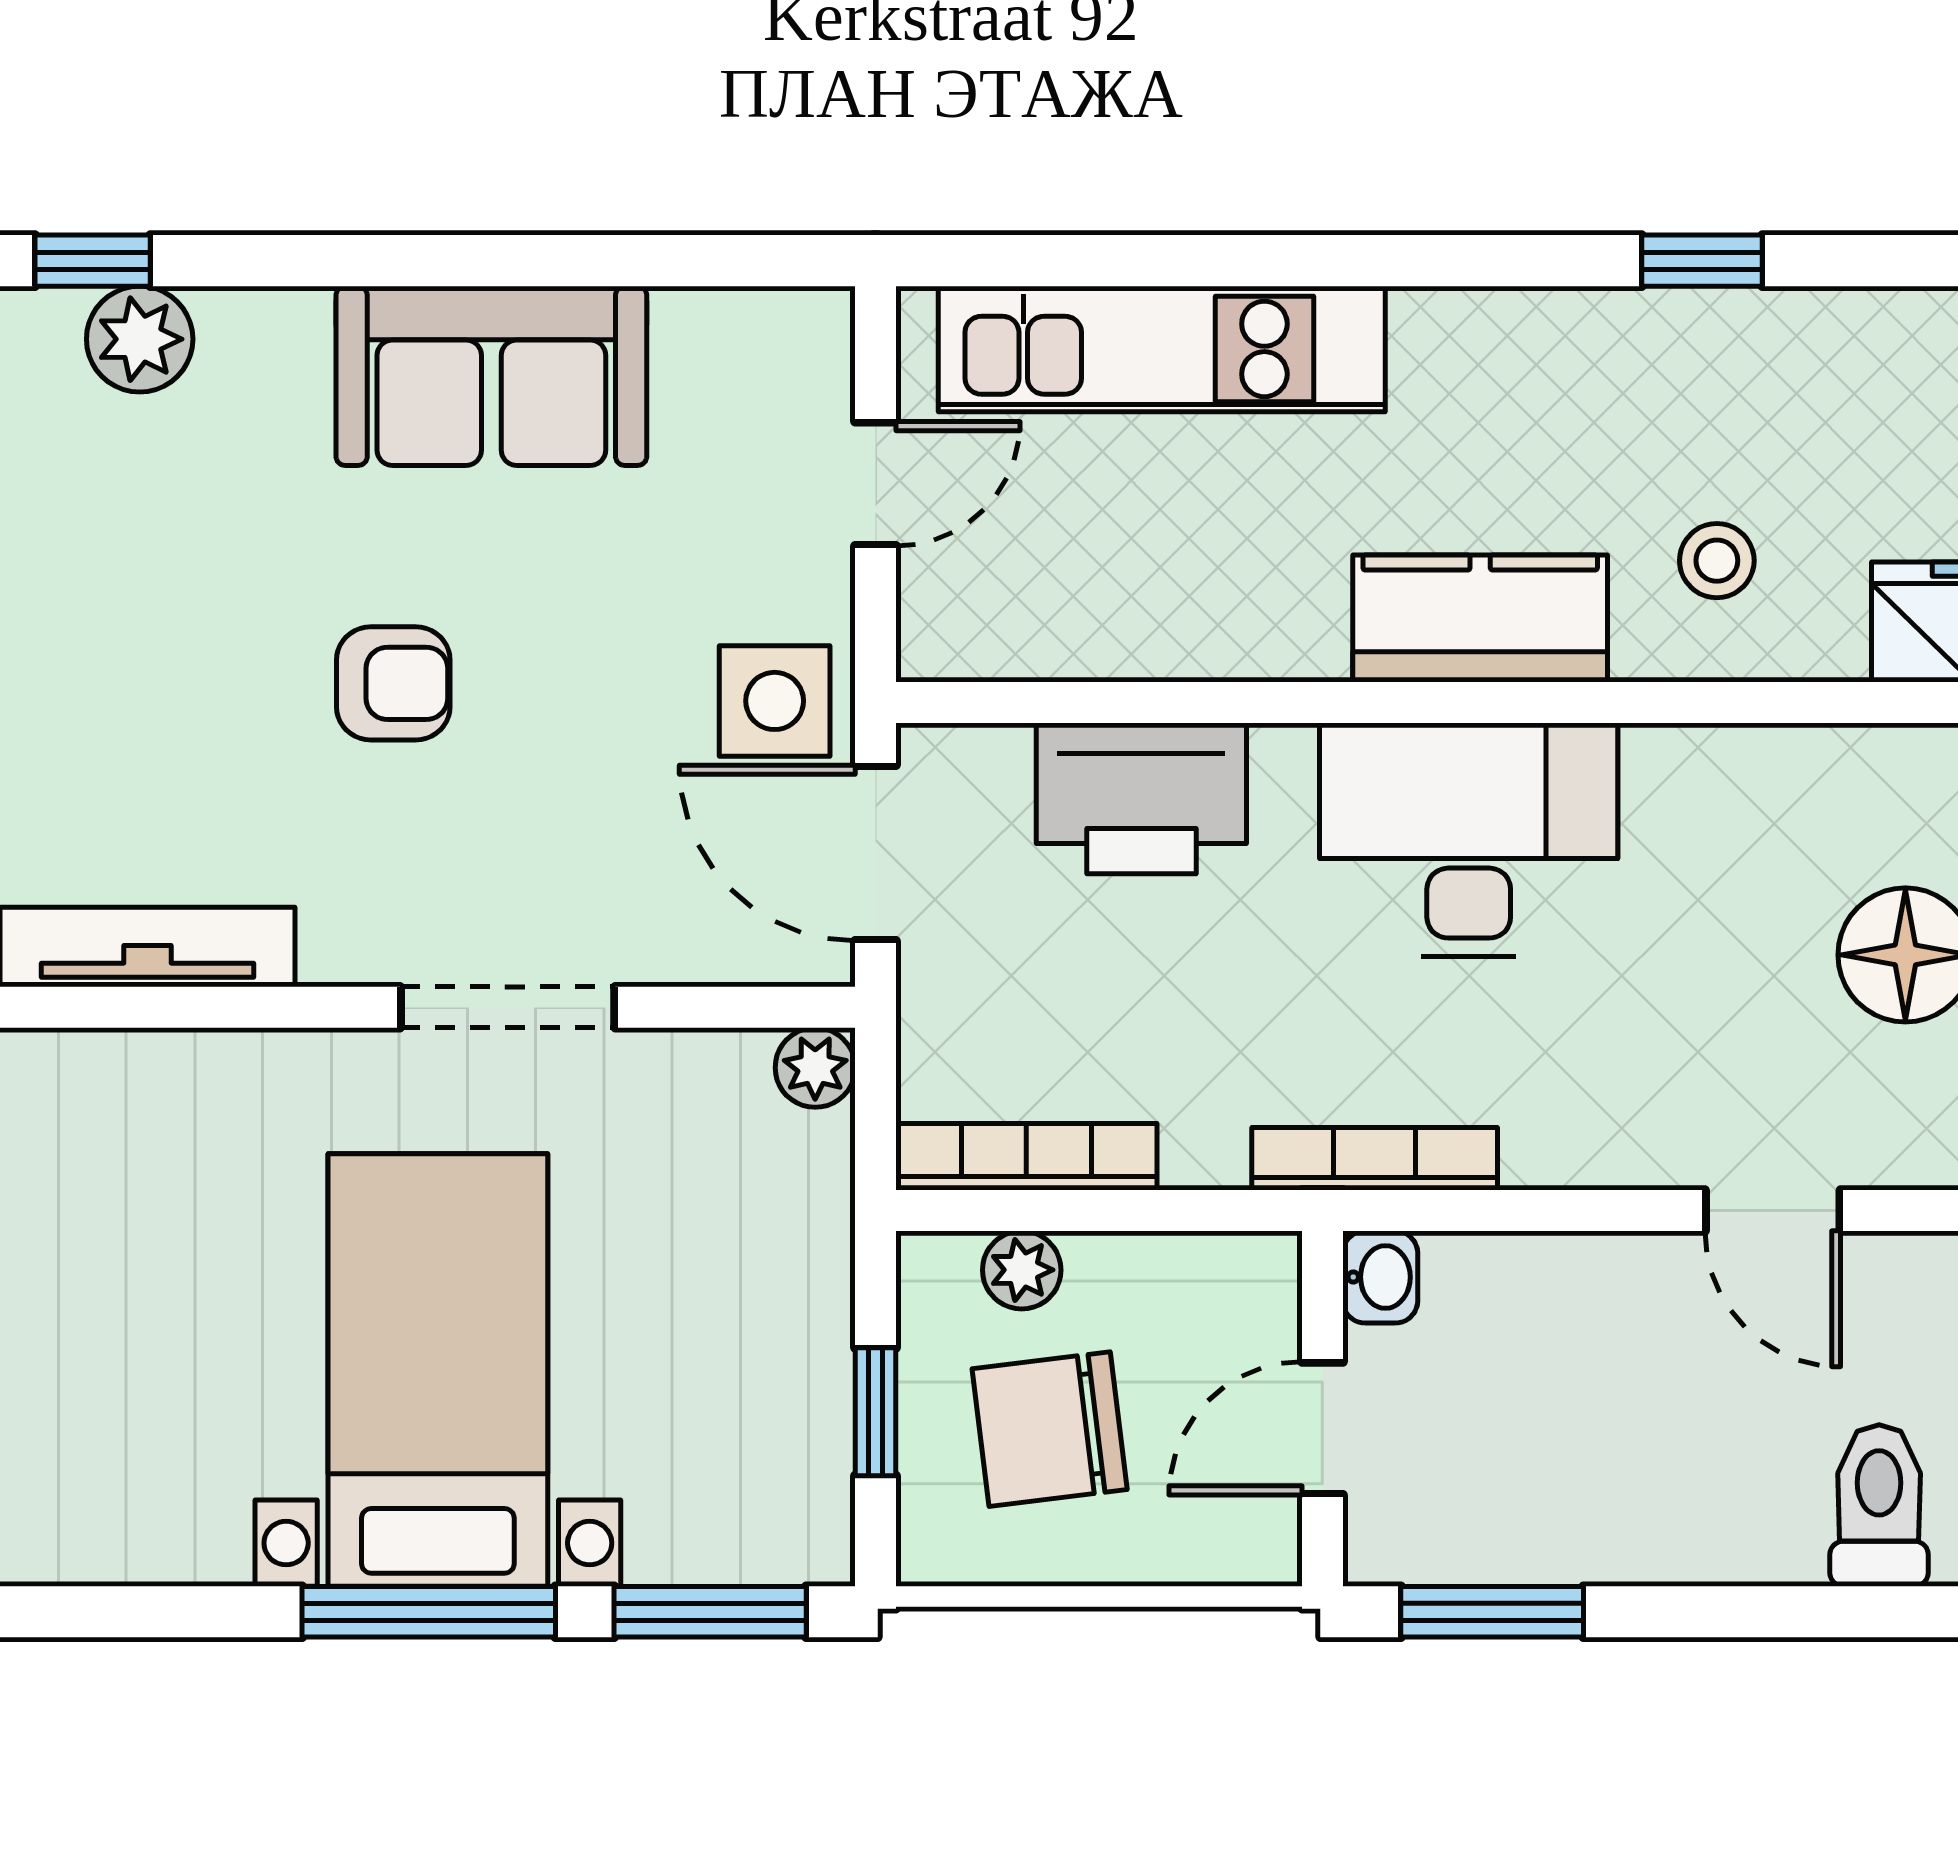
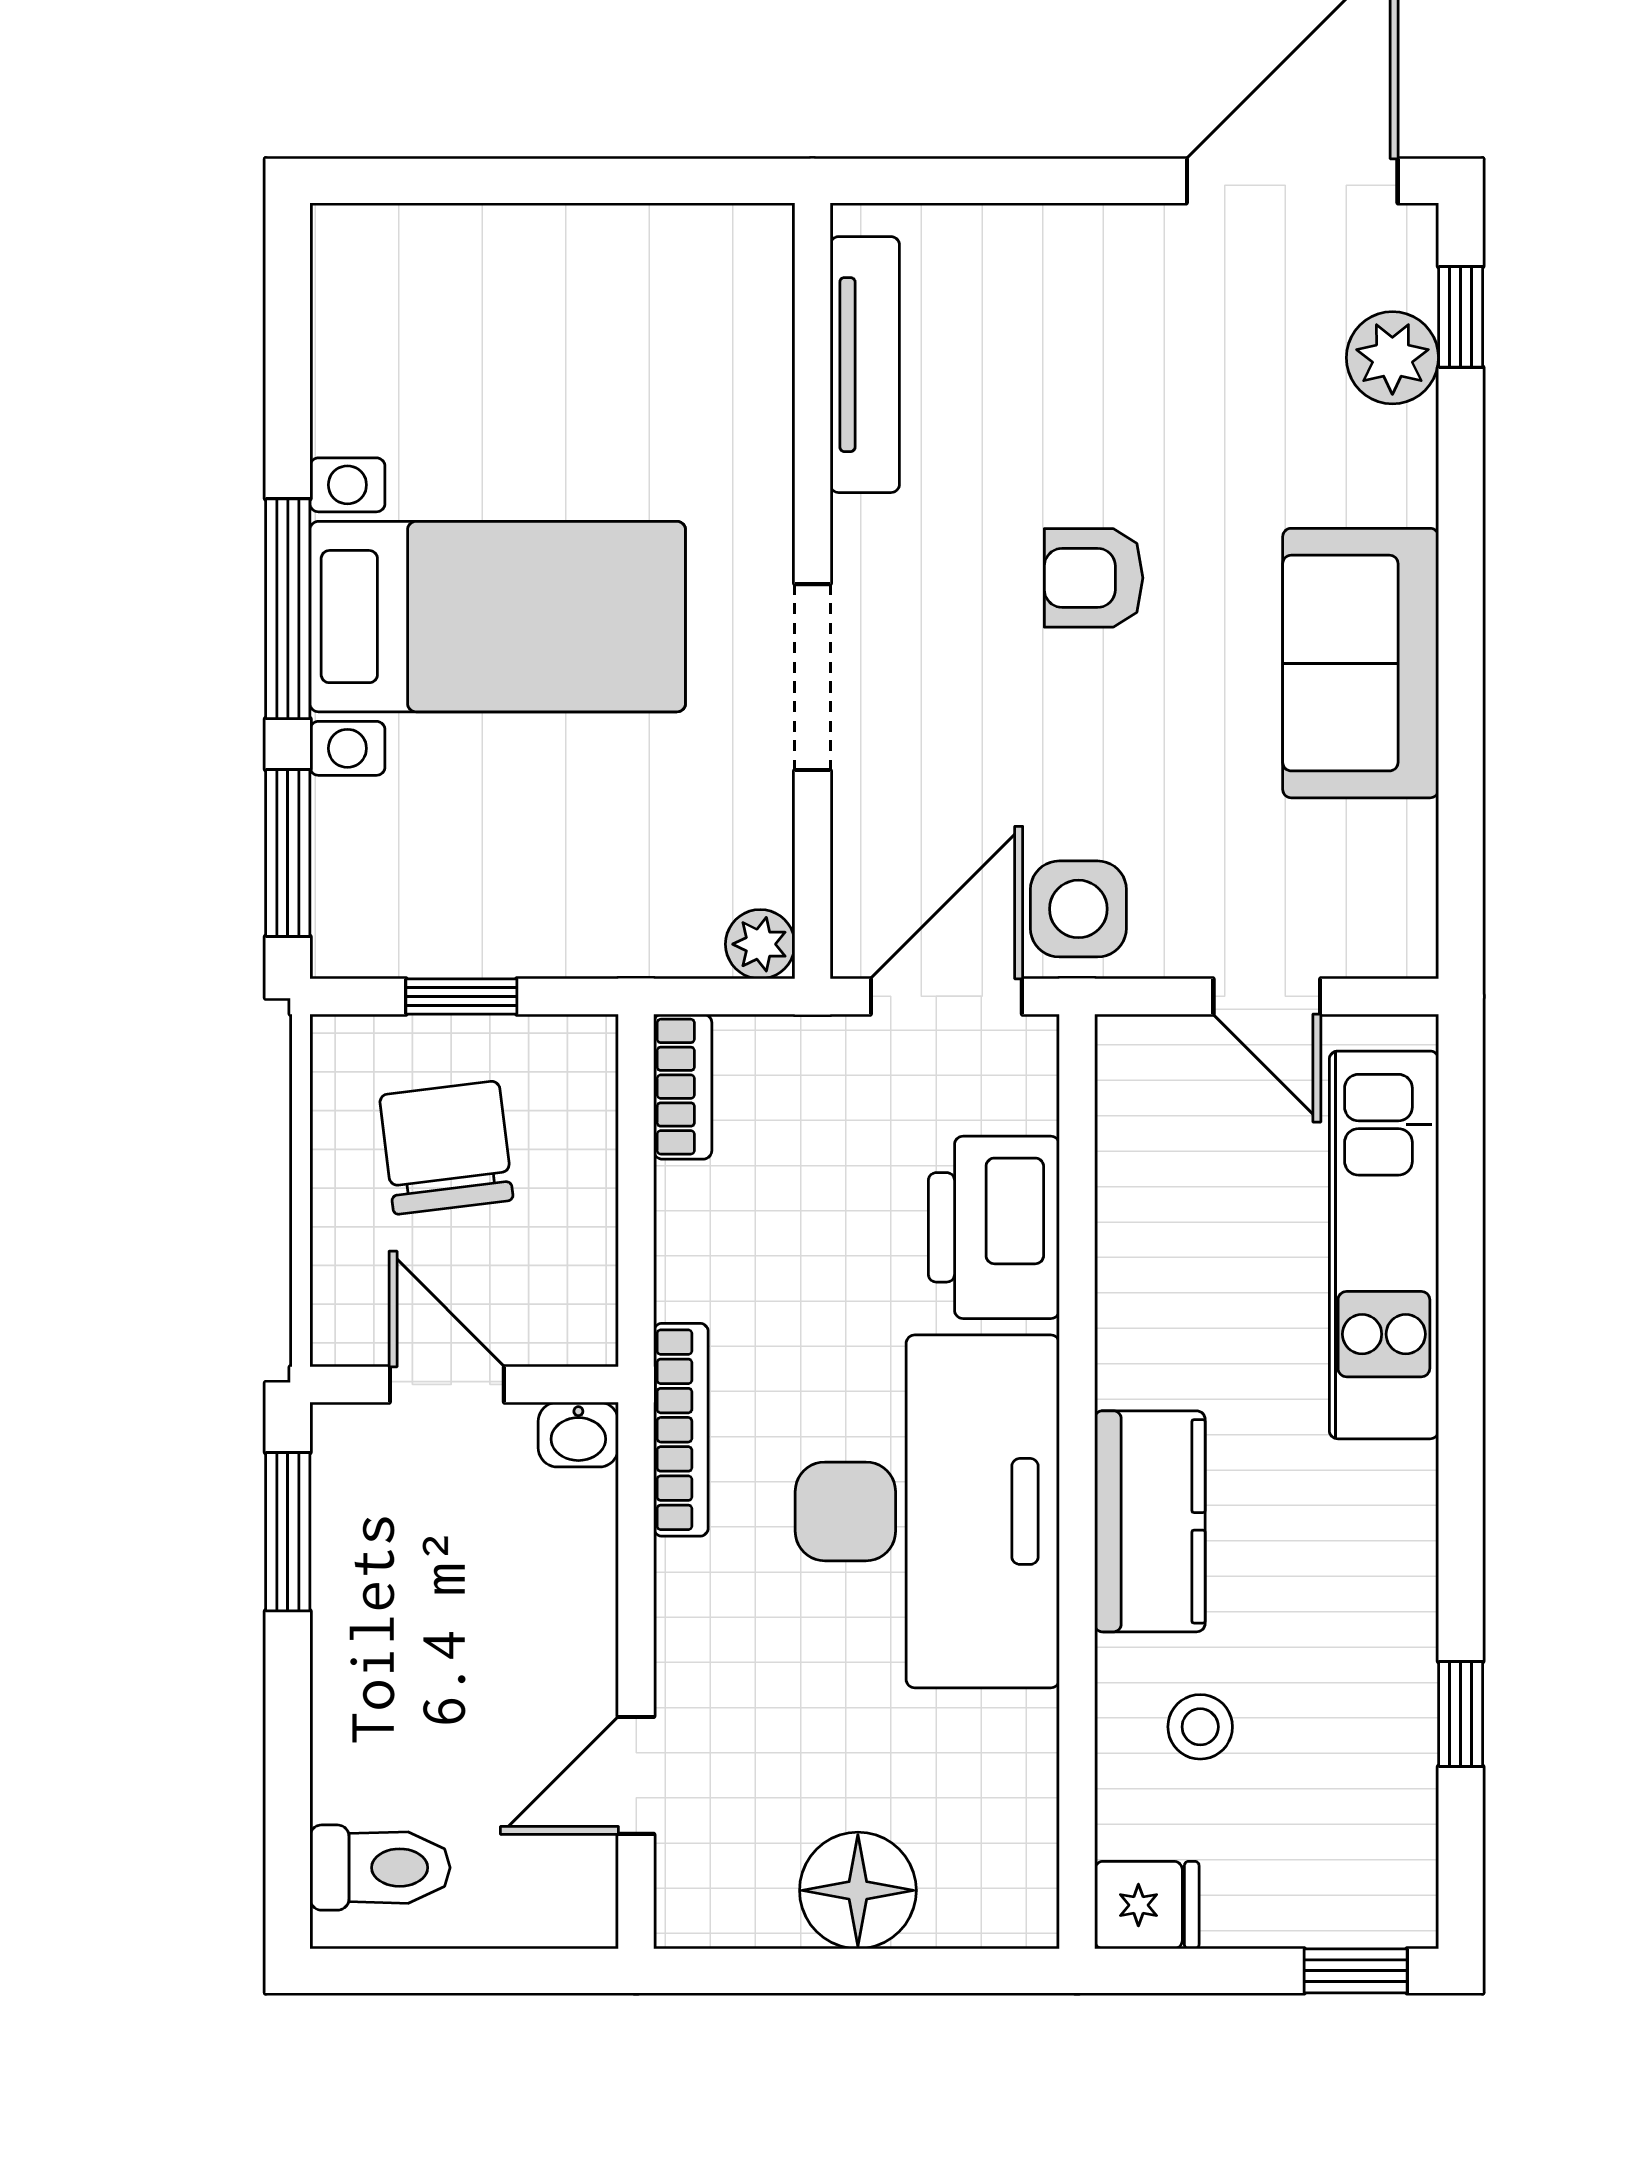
armchair: (393, 683) -> (1094, 578), turned 90
desk: (1469, 840) -> (927, 1511), width x1.36, depth x1.30
bookcase: (1026, 1157) -> (683, 1087), width x0.64
plant: (1022, 1270) -> (584, 1123), removed

